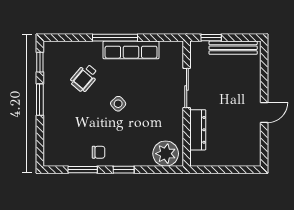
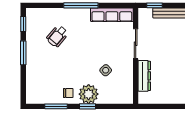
row of seats: (131, 50) -> (112, 15), moved
side table: (118, 104) -> (106, 70), moved
plant: (166, 154) -> (89, 94), moved

